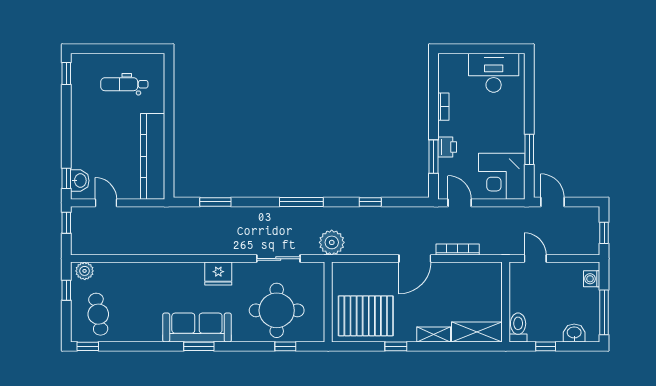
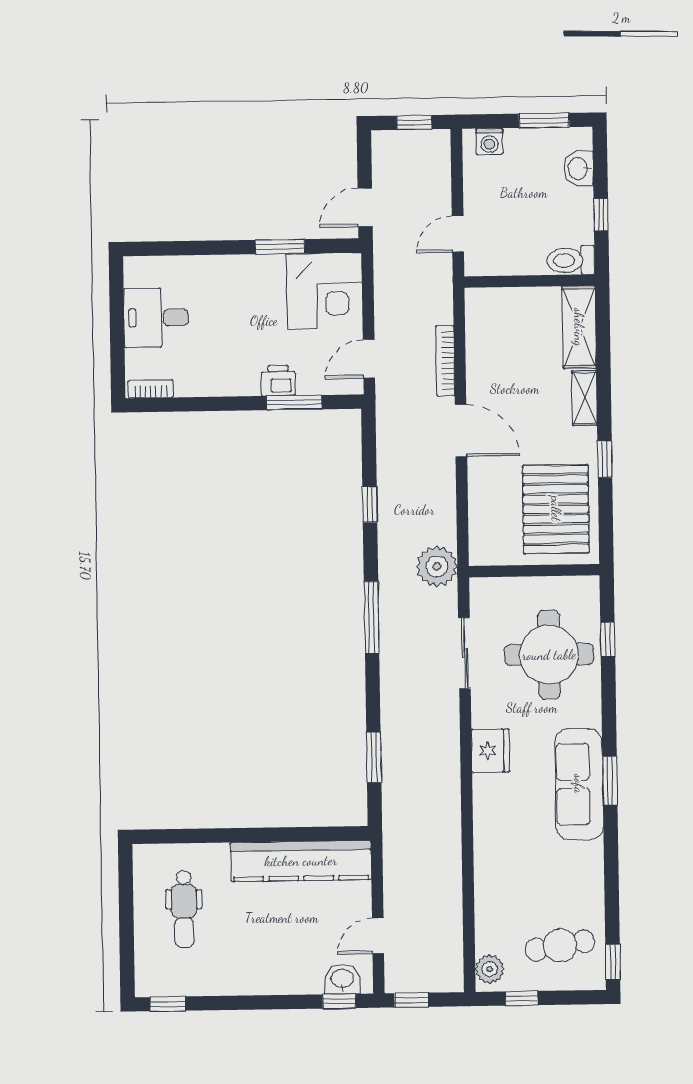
desk: (494, 73) -> (156, 318), width x0.73
bookcase: (443, 107) -> (151, 389), moved
window: (604, 312) -> (544, 120), width x0.69

